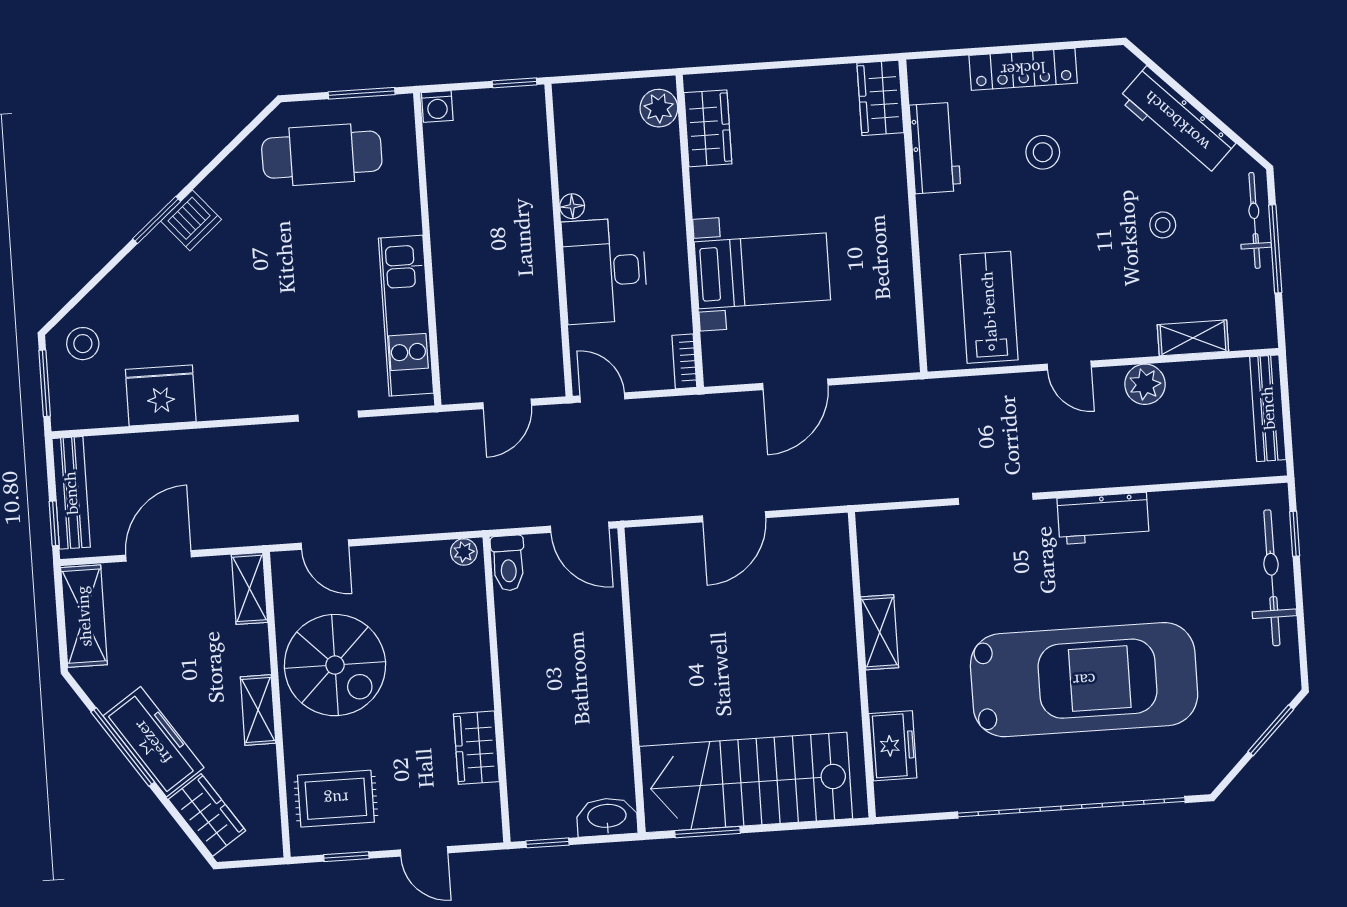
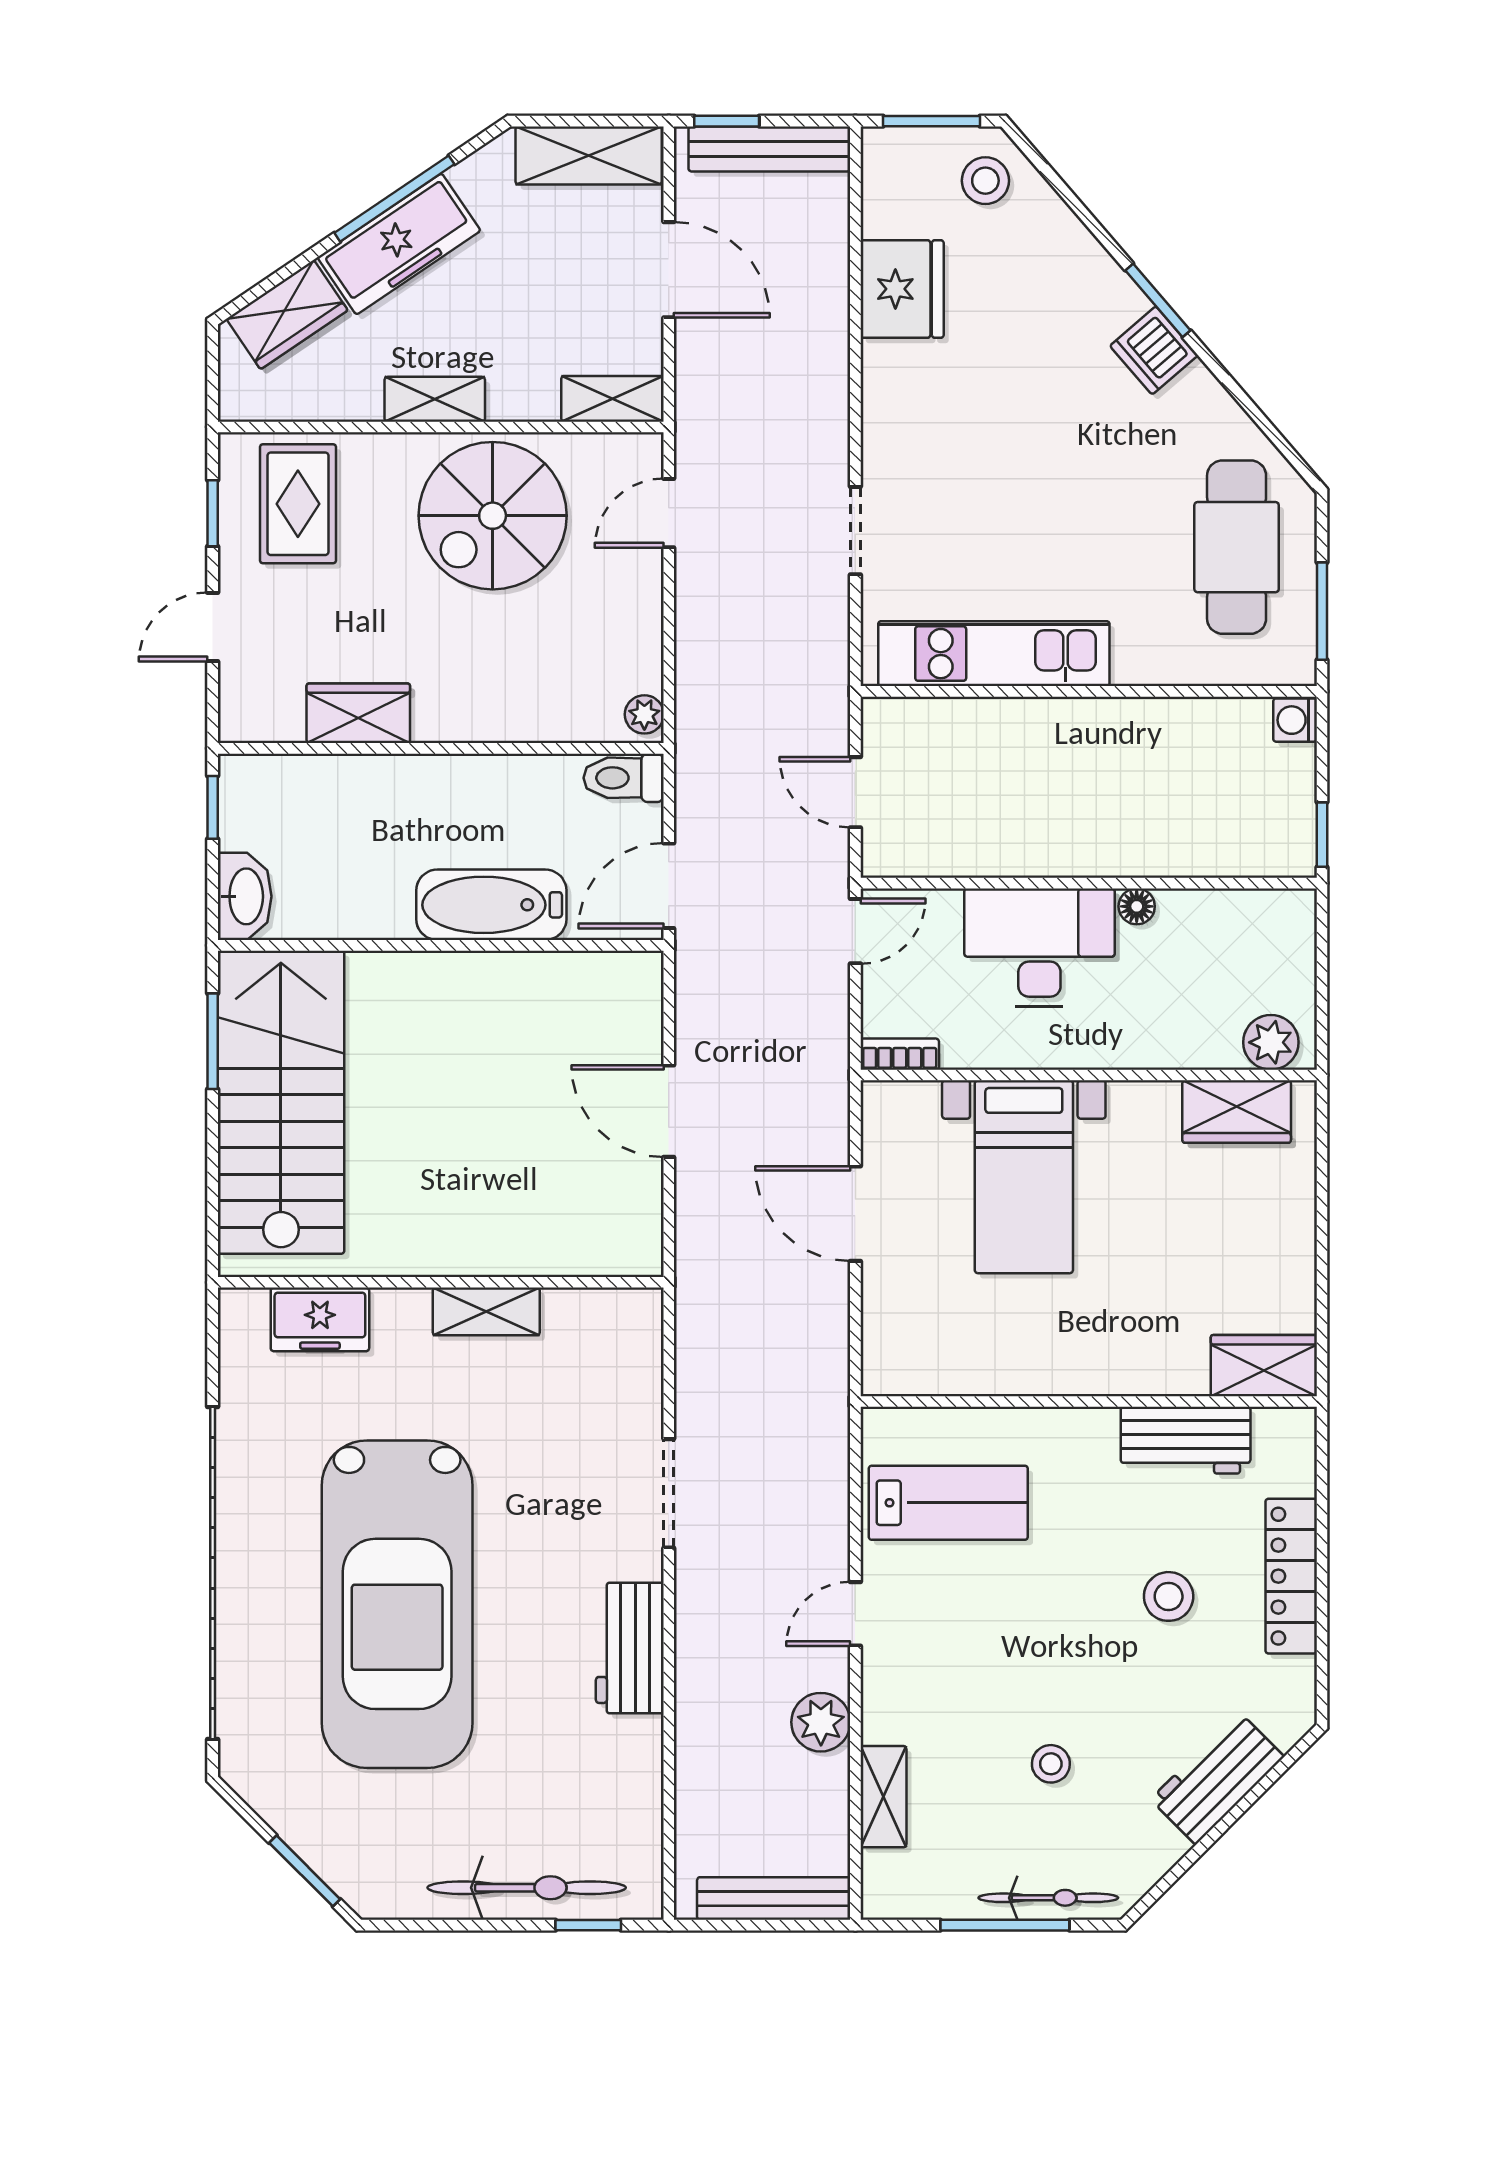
workbench: (1177, 121) -> (1217, 1778), width x0.73
bathtub: (601, 648) -> (491, 905), added

